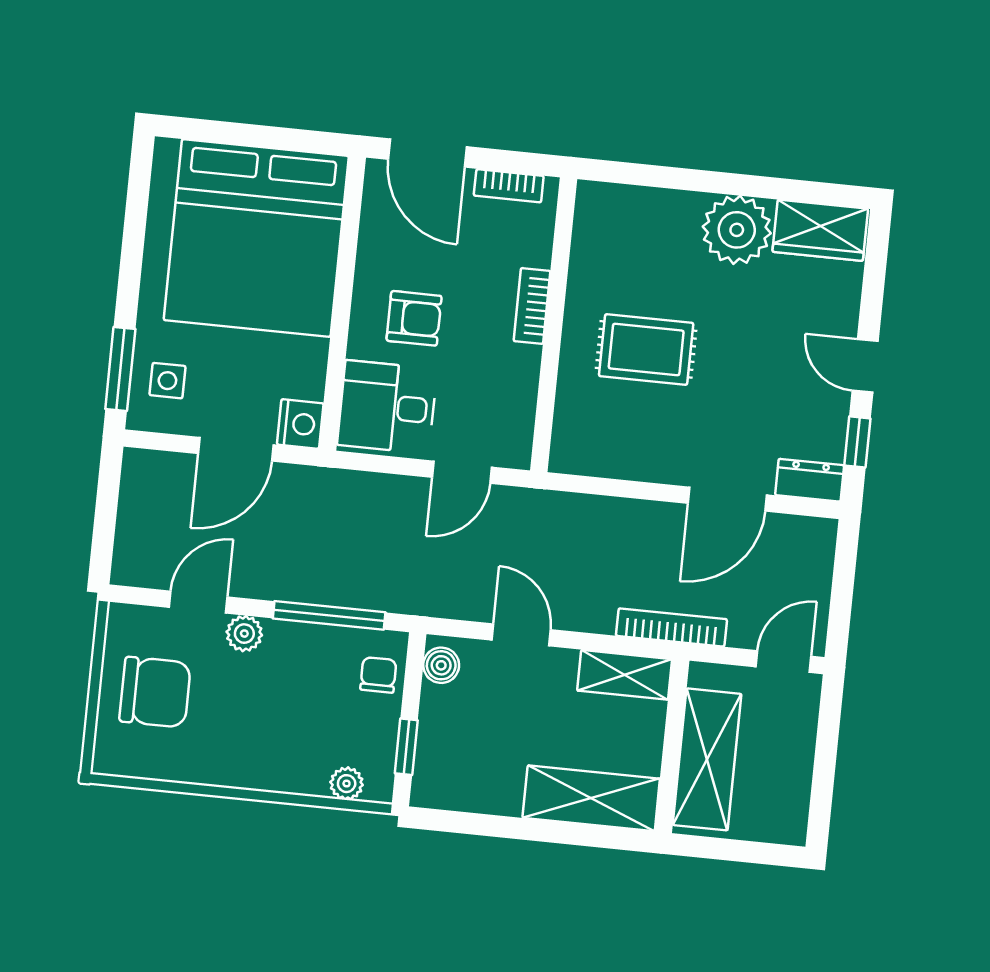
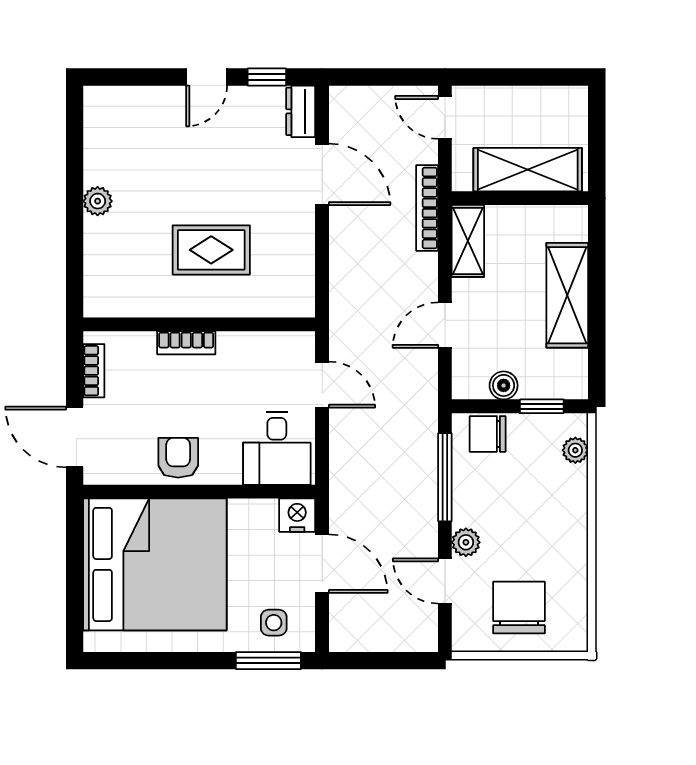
door: (427, 153) -> (75, 437), swing flipped
plant: (737, 230) -> (98, 201), width x0.53, depth x0.53
wardrobe: (820, 230) -> (104, 123), removed
armchair: (414, 318) -> (178, 458), moved
rug: (646, 350) -> (211, 250), turned 90
boiler: (441, 665) -> (504, 385), moved
chair: (378, 675) -> (488, 434), width x1.37, depth x1.37
shelving: (591, 798) -> (567, 295), moved

